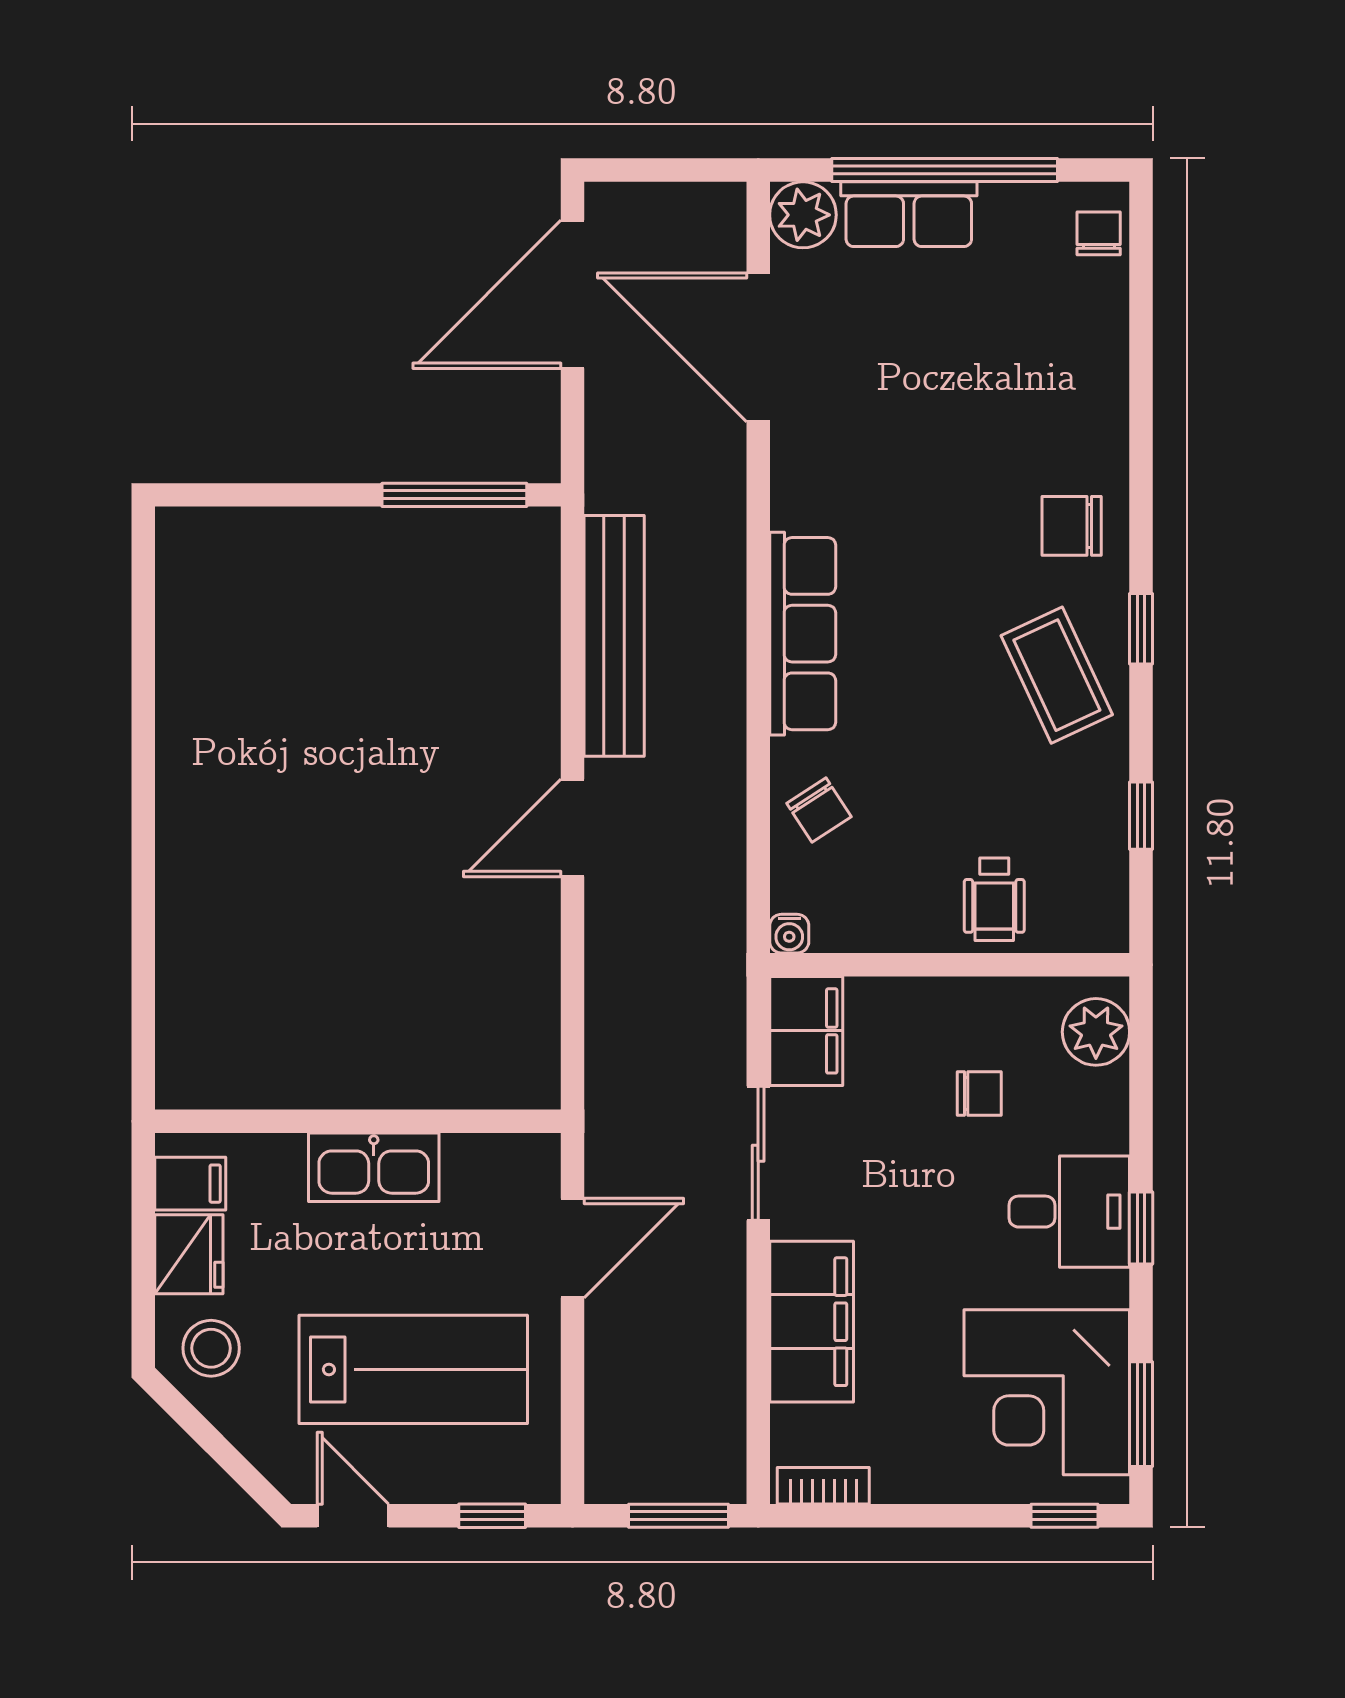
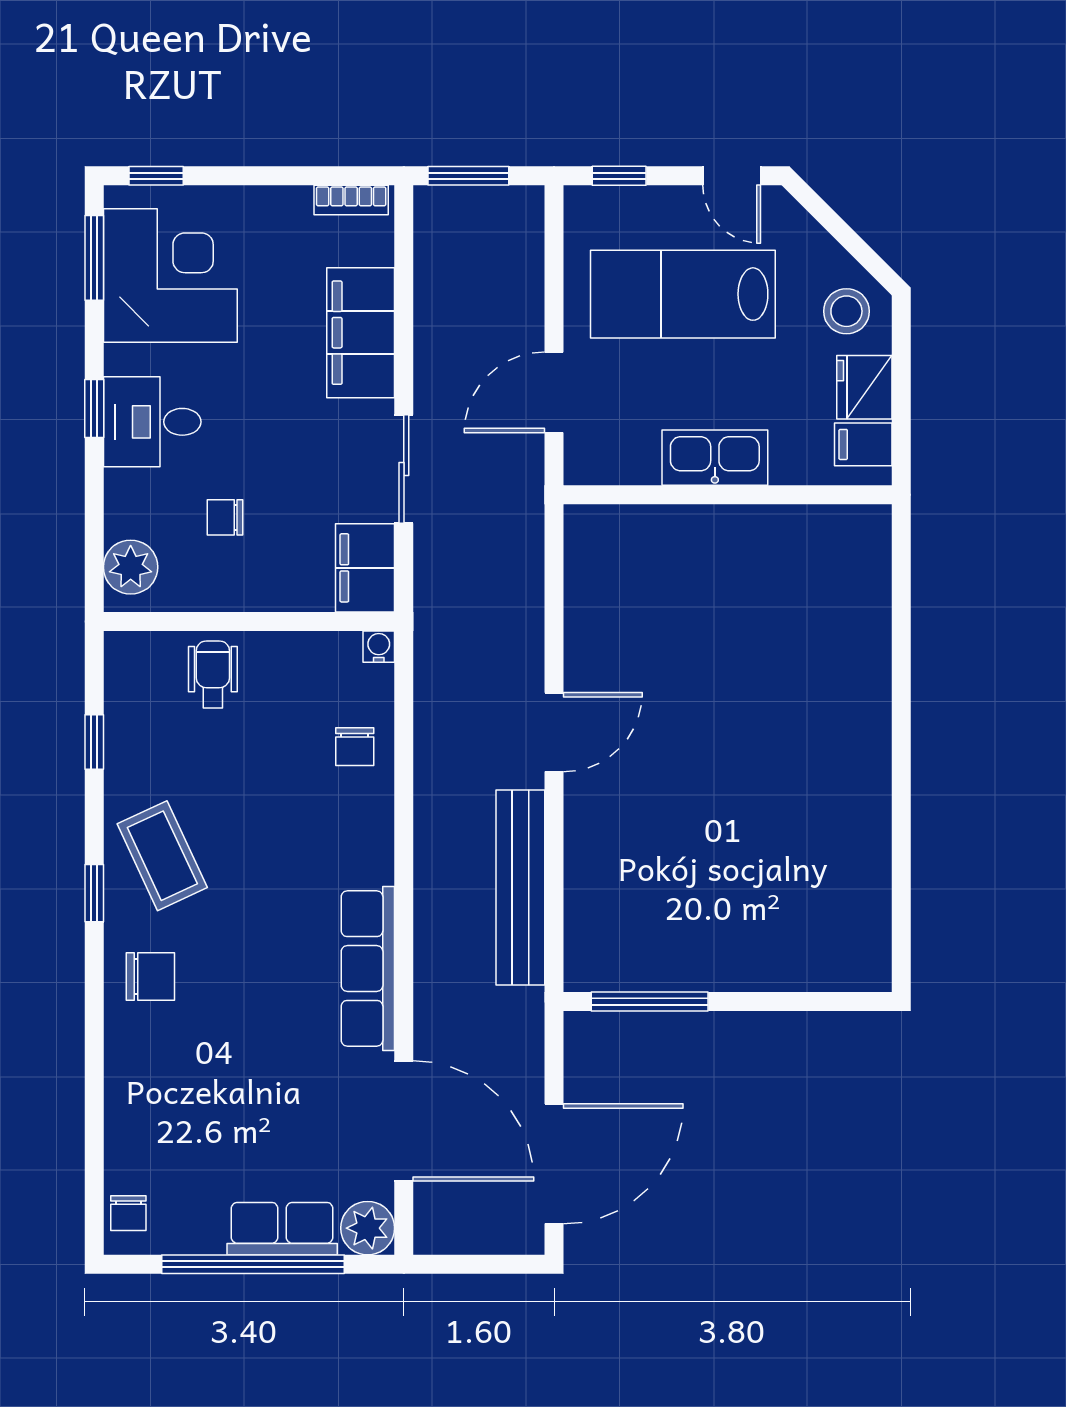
row of seats: (803, 634) -> (368, 968), moved
chair: (819, 810) -> (355, 747), turned -147

